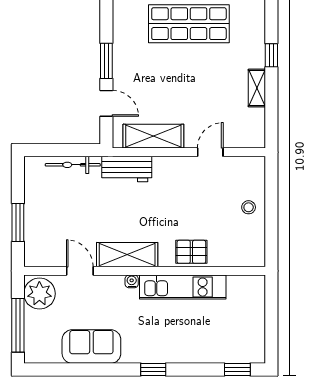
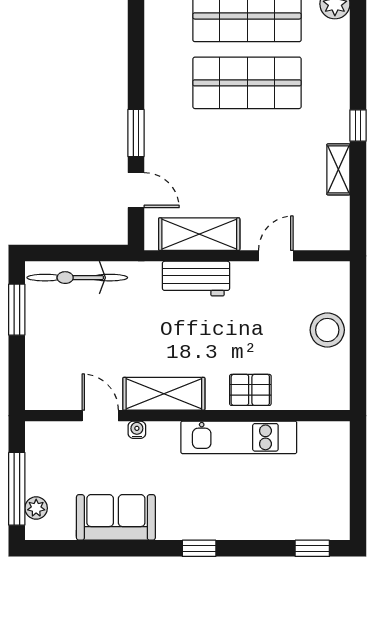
bicycle: (73, 165) -> (77, 278), width x1.37, depth x1.40
workbench: (127, 169) -> (196, 279), moved
stool: (249, 207) -> (327, 330), width x1.89, depth x1.89
window: (18, 222) -> (17, 310), moved
water cooler: (132, 281) -> (137, 430), moved
plant: (39, 294) -> (36, 508), moved, width x0.53, depth x0.53

